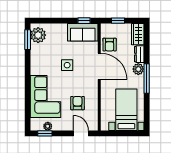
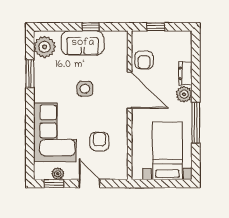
window: (84, 21) -> (91, 27), moved
sofa: (83, 32) -> (83, 43), moved
wardrobe: (138, 34) -> (183, 46), removed
window: (28, 40) -> (30, 74), moved
window: (147, 78) -> (196, 123), moved
door: (81, 133) -> (89, 184), moved

